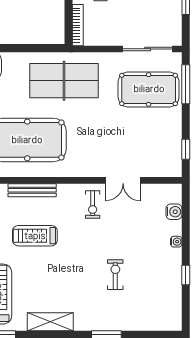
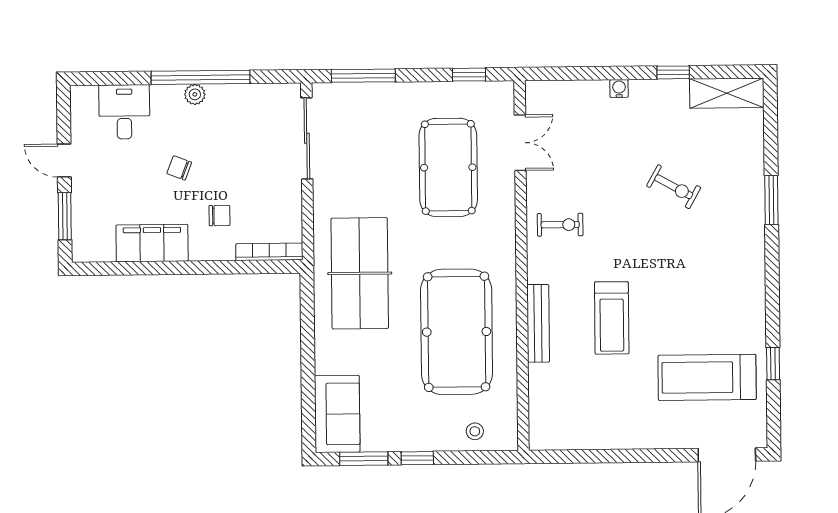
pool table: (149, 89) -> (448, 167), moved
double door: (123, 180) -> (520, 143), moved
water cooler: (174, 212) -> (571, 93), removed
exercise bike: (115, 275) -> (674, 187), turned -151
shelving: (50, 322) -> (727, 93), moved, turned 90

